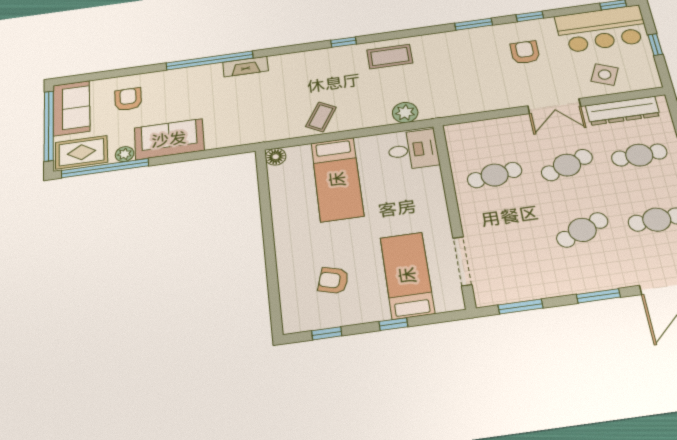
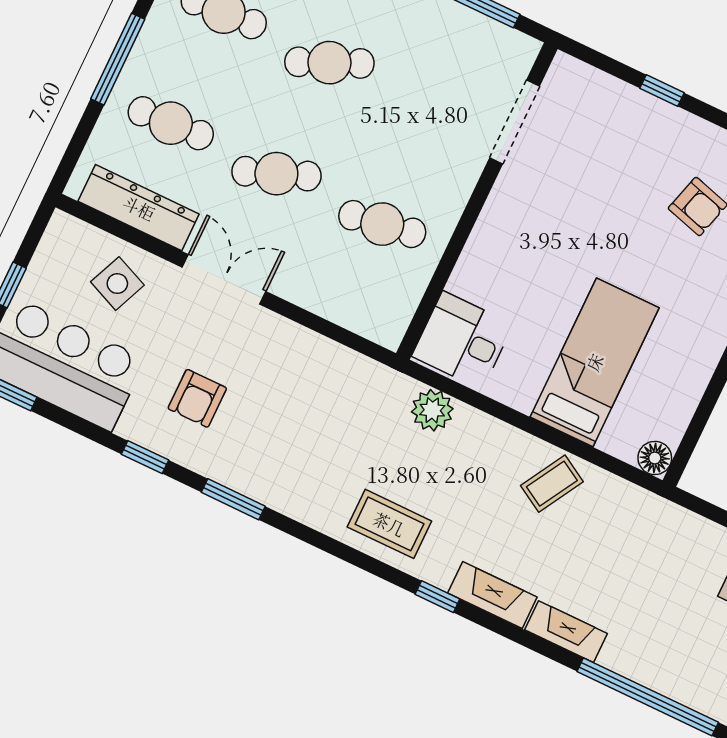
fireplace: (317, 57) -> (492, 595), added
fireplace: (245, 67) -> (566, 632), moved
bed: (407, 275) -> (599, 149), removed

